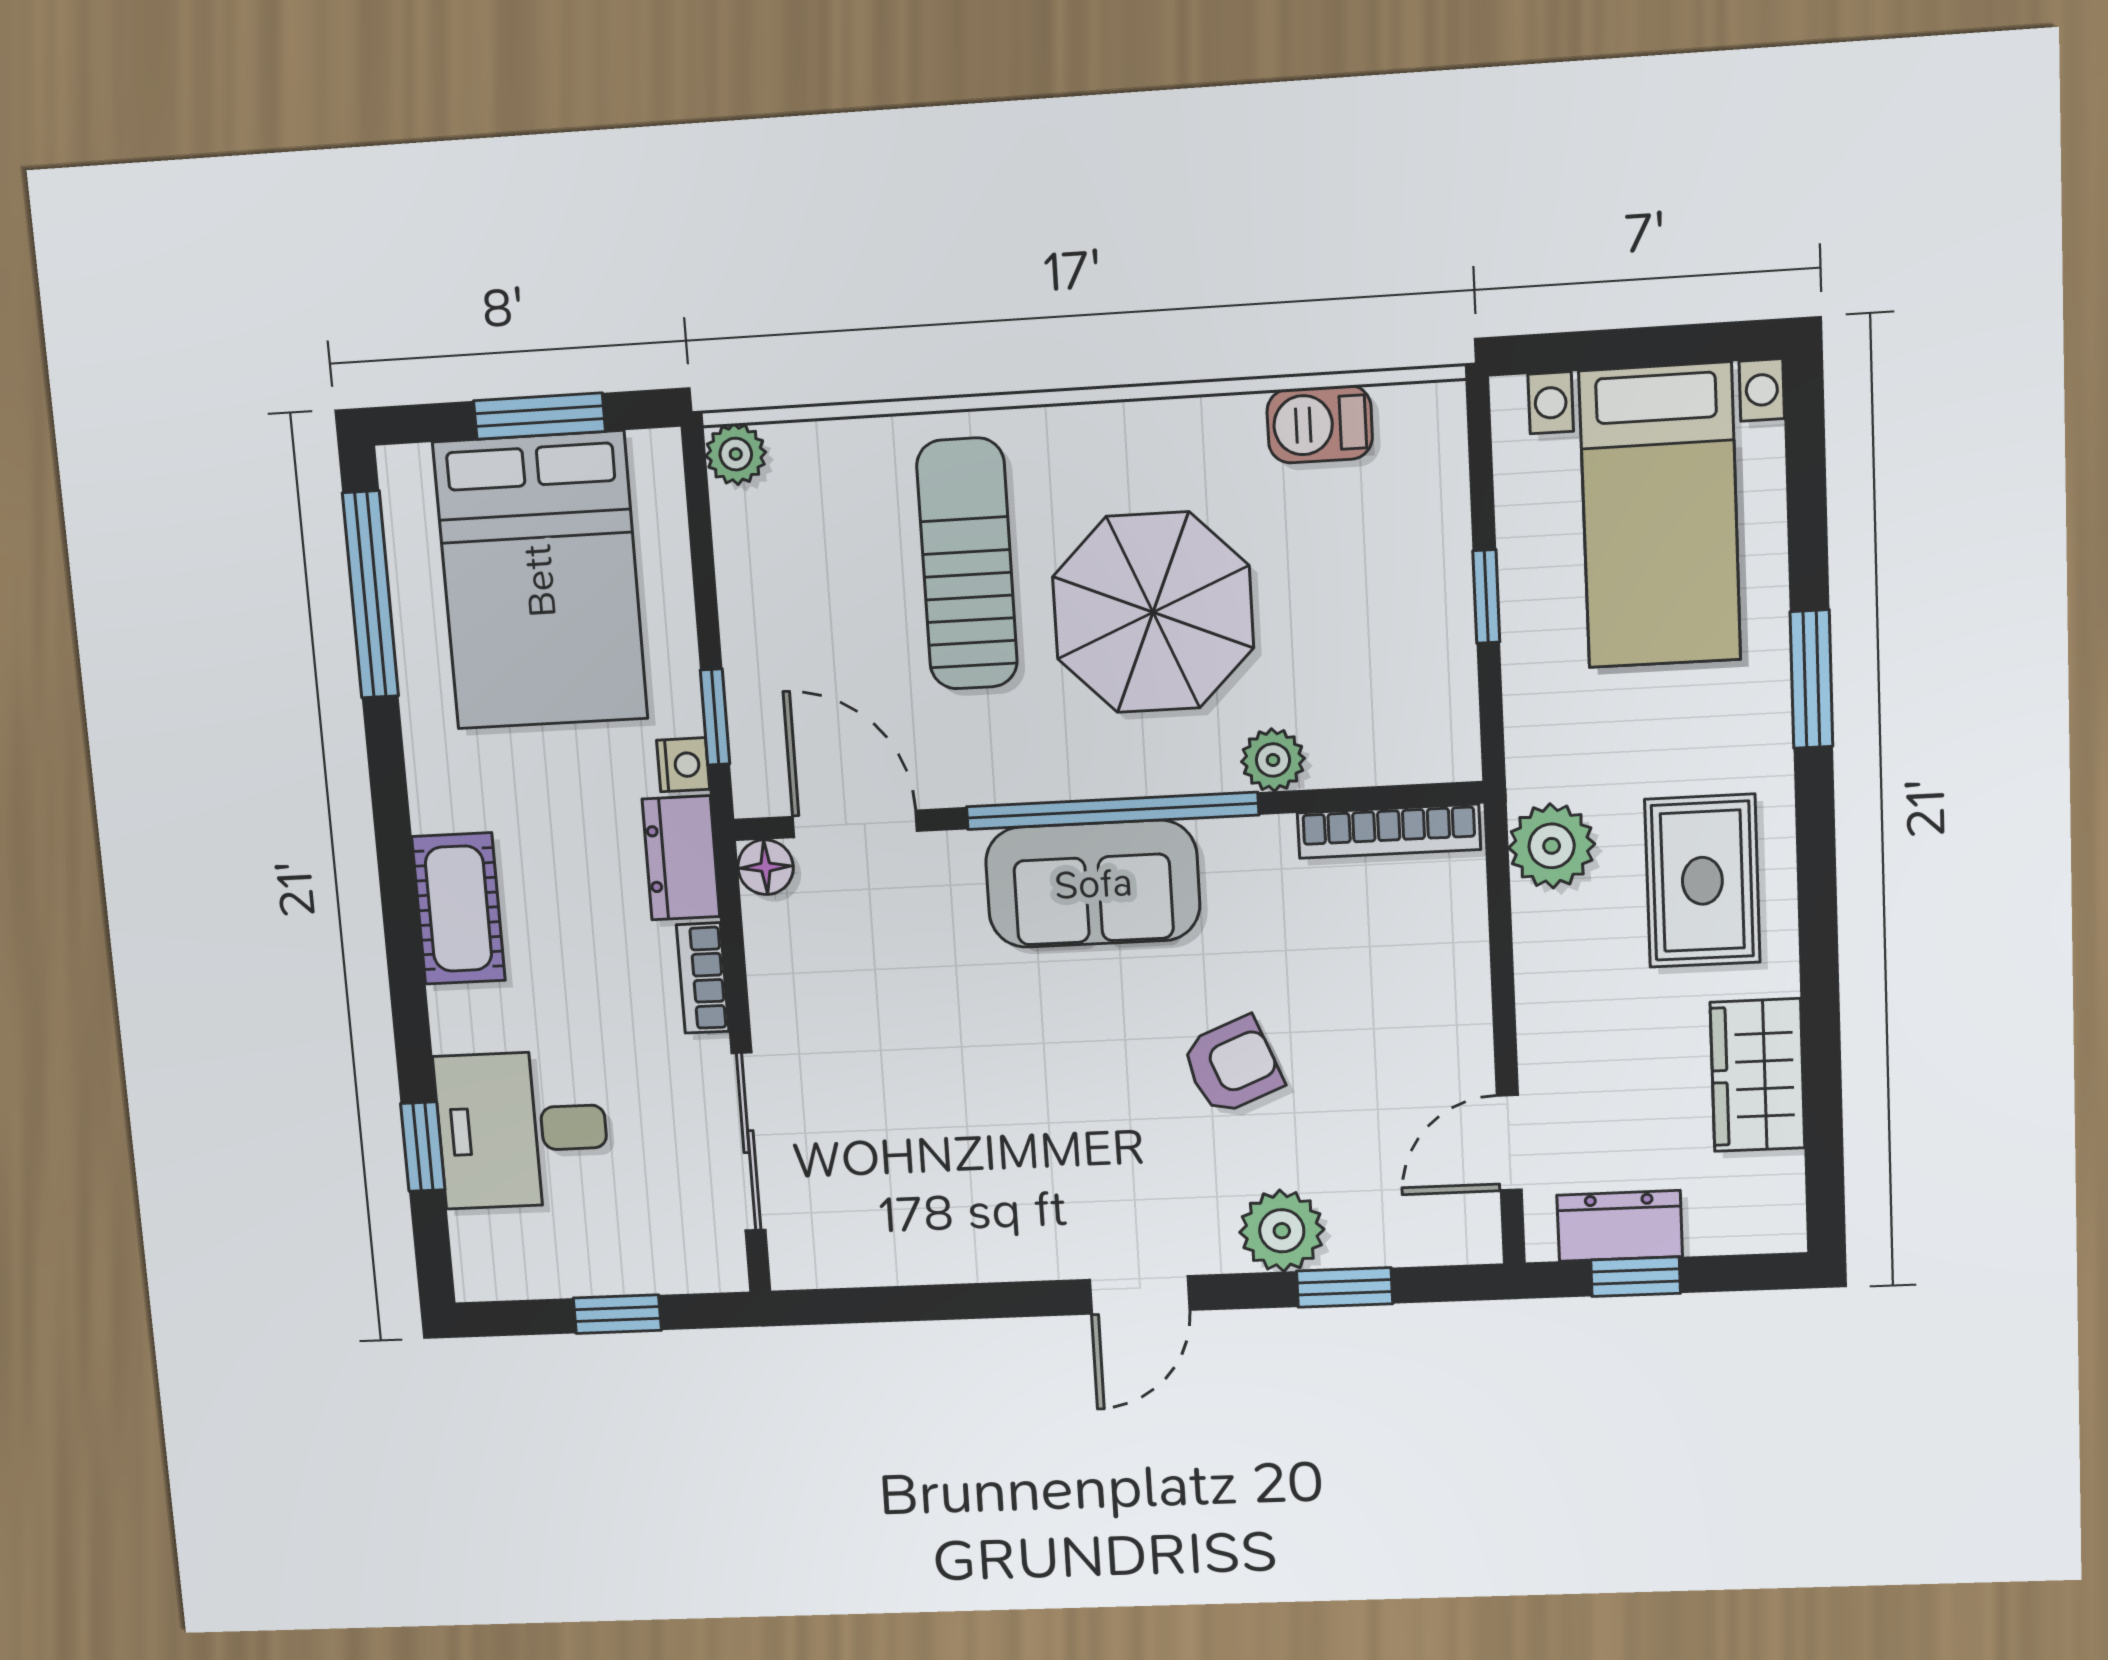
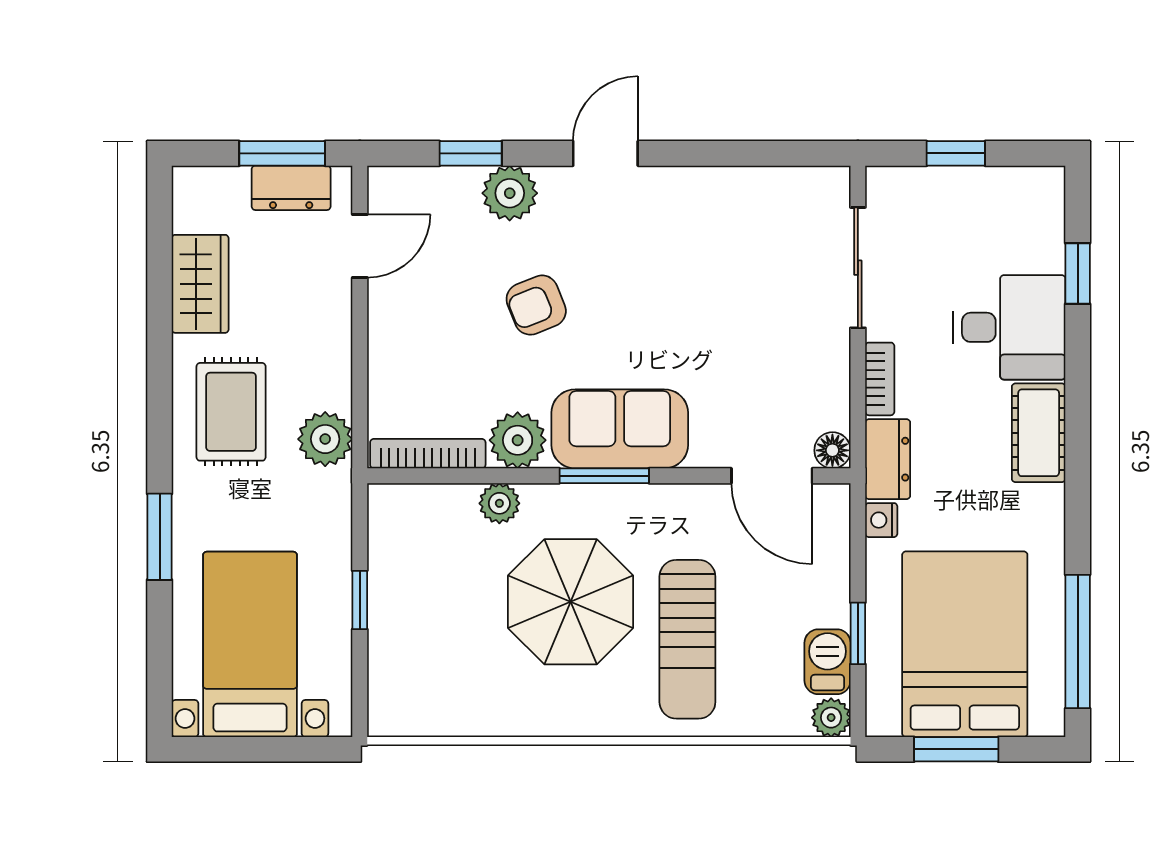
barbecue: (1320, 424) -> (828, 662), moved, turned -90
window: (715, 717) -> (858, 633), moved
window: (1112, 811) -> (604, 476), width x0.47
plant: (1250, 859) -> (518, 440), added
desk: (522, 1129) -> (1009, 327), moved
window: (1636, 1277) -> (282, 153), width x1.50

